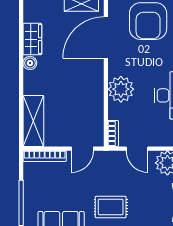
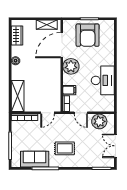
wardrobe: (32, 39) -> (17, 36), moved
plant: (121, 89) -> (71, 66), moved
filing cabinet: (118, 111) -> (69, 90), added

